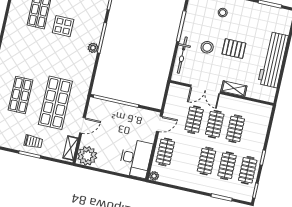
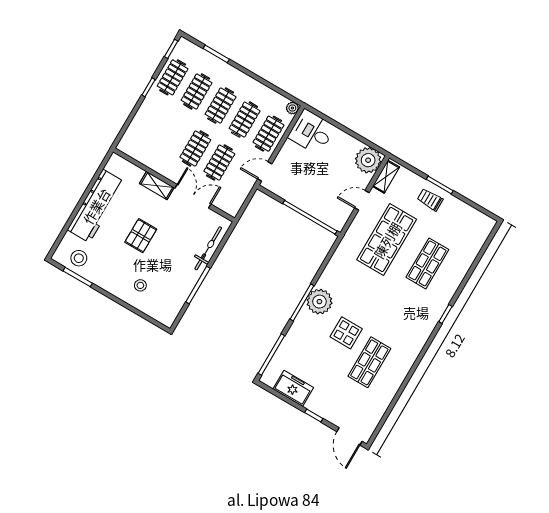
stool: (207, 47) -> (79, 258), moved
plant: (93, 48) -> (319, 302), width x1.88, depth x1.88
pallet: (234, 49) -> (141, 236), turned 90
clothes rail: (235, 129) -> (245, 120), moved
desk: (136, 158) -> (312, 132), width x0.73

